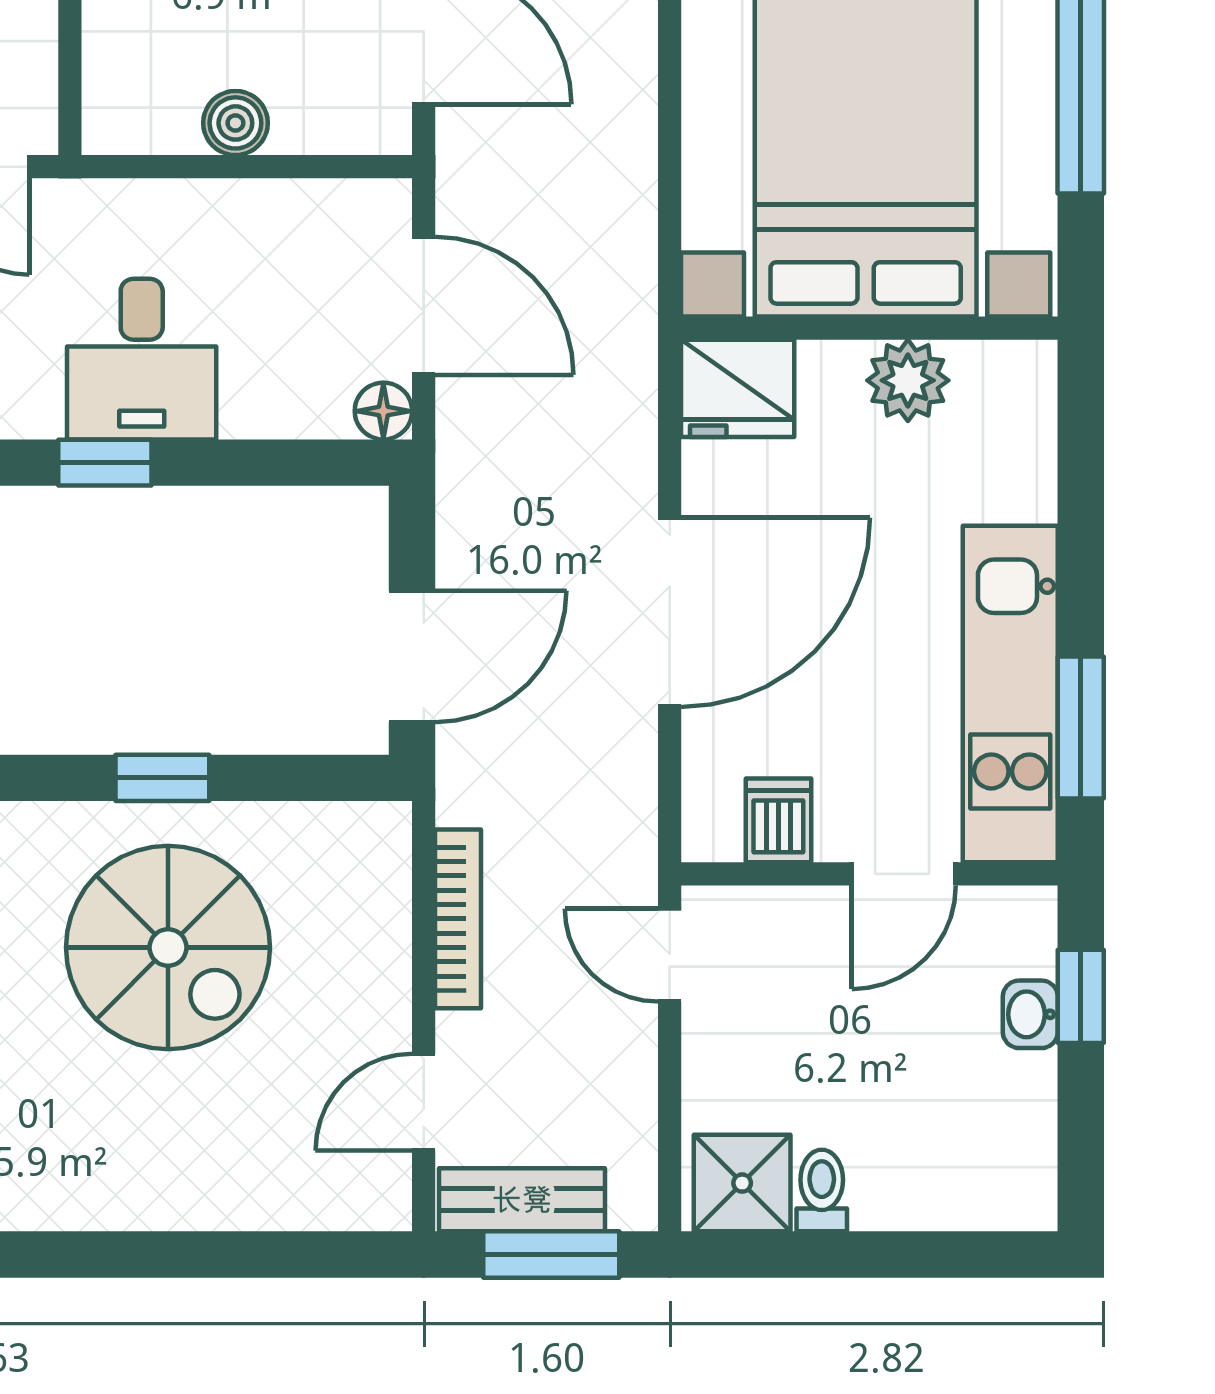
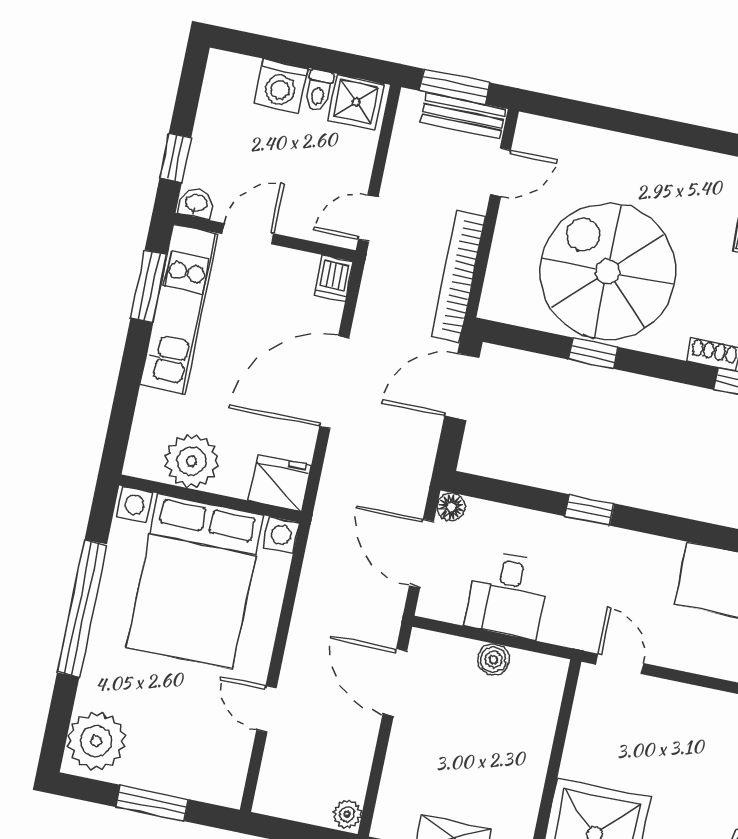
desk: (142, 359) -> (507, 595), moved, turned 180
plant: (908, 380) -> (192, 461), width x1.36, depth x1.36
dishwasher: (778, 820) -> (334, 278), moved
bookcase: (458, 919) -> (458, 276), width x1.48, depth x1.31
spiral stairs: (168, 947) -> (607, 272), width x1.37, depth x1.37
door: (670, 955) -> (368, 218), swing flipped
washbasin: (1030, 1014) -> (196, 204), moved, turned -90
washing machine: (900, 1185) -> (281, 85), added

